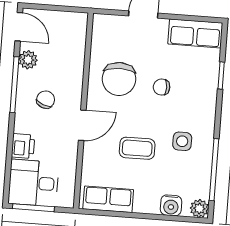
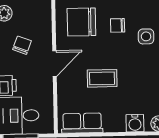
chair: (119, 79) -> (81, 22), turned 90
side table: (182, 141) -> (146, 36), moved

